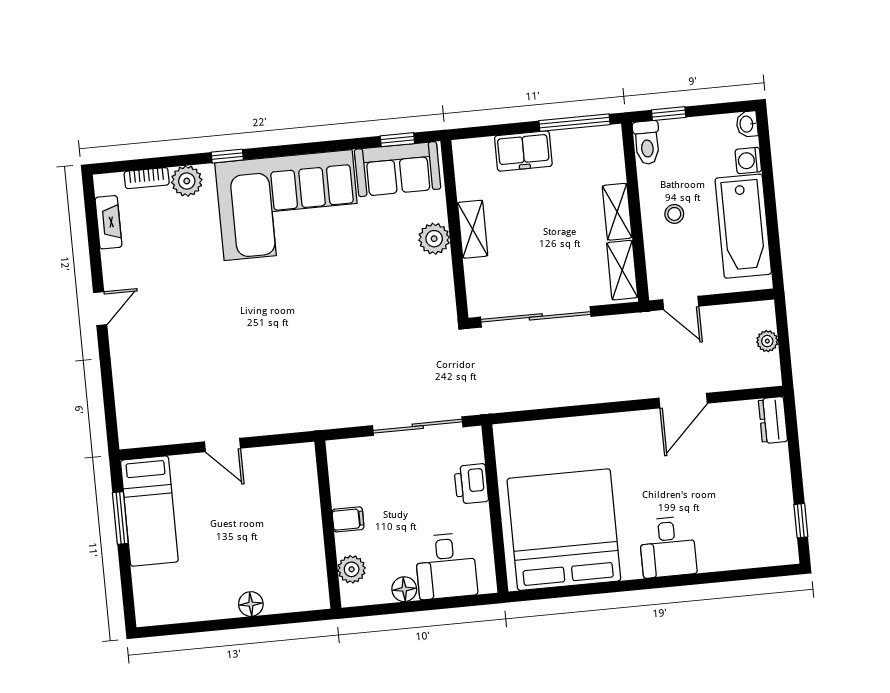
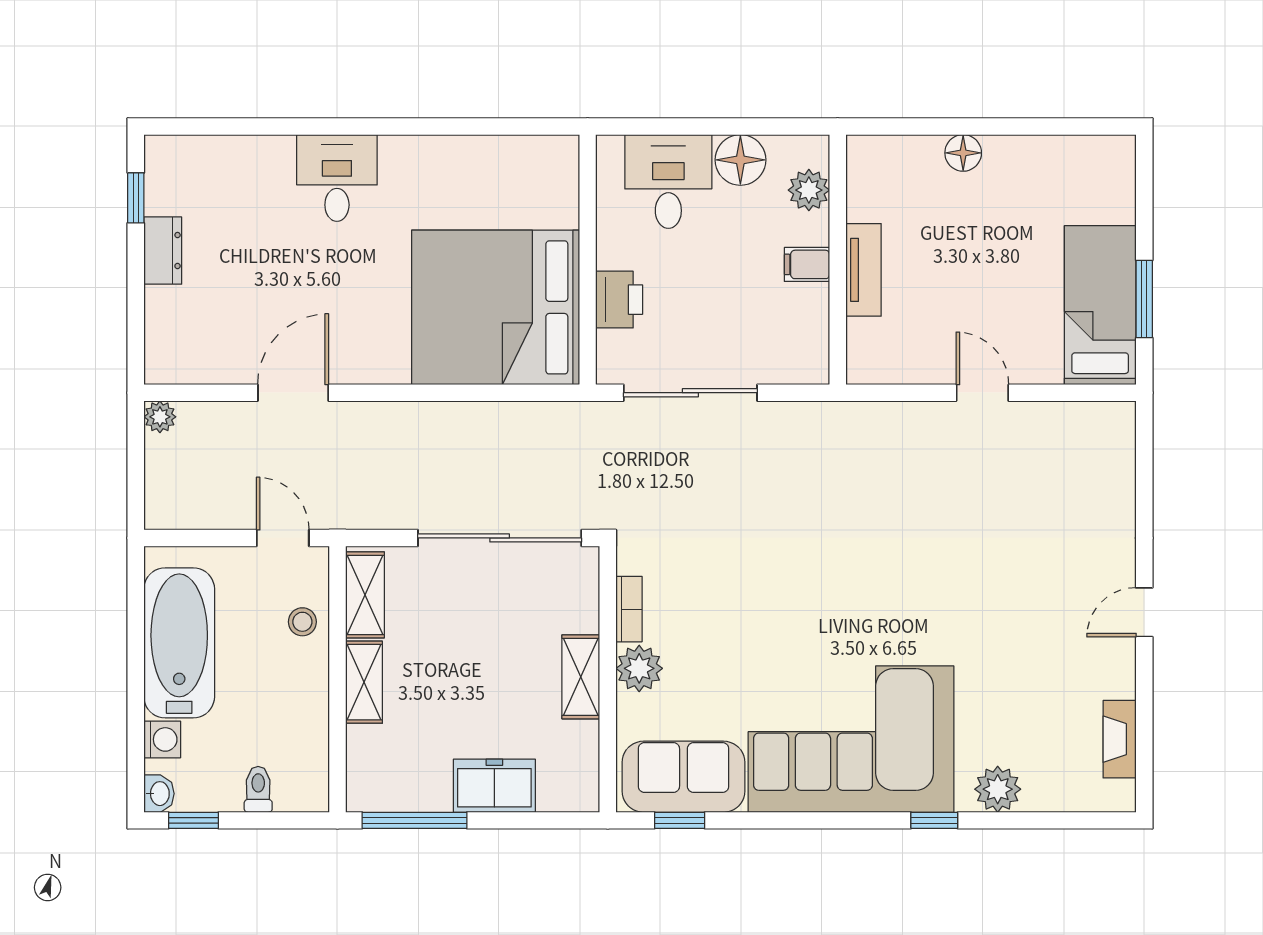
window: (669, 114) -> (193, 820), moved
toilet: (647, 143) -> (258, 789), moved, width x0.73, depth x0.72
bookcase: (147, 178) -> (629, 609), moved, turned 90
stool: (674, 214) -> (302, 622), moved
plant: (767, 341) -> (160, 417), moved
dresser: (773, 420) -> (163, 251), moved
tv unit: (310, 519) -> (863, 270), added
bed: (564, 530) -> (496, 307), moved, turned 90
floor lamp: (404, 589) -> (740, 160), width x1.38, depth x1.38

